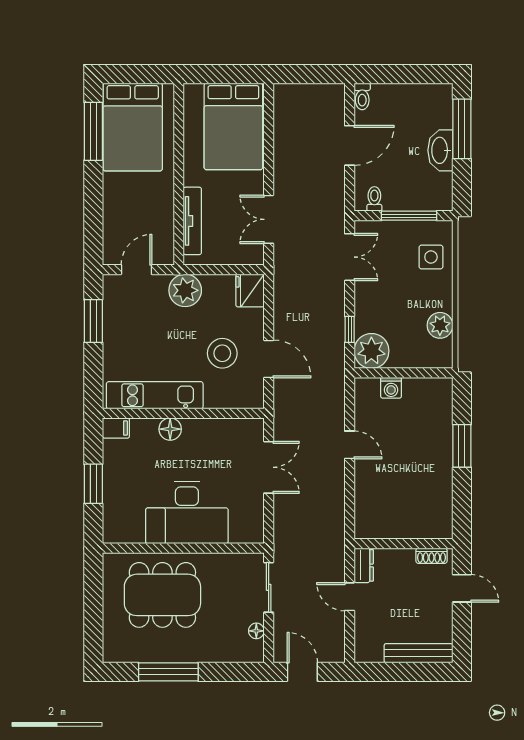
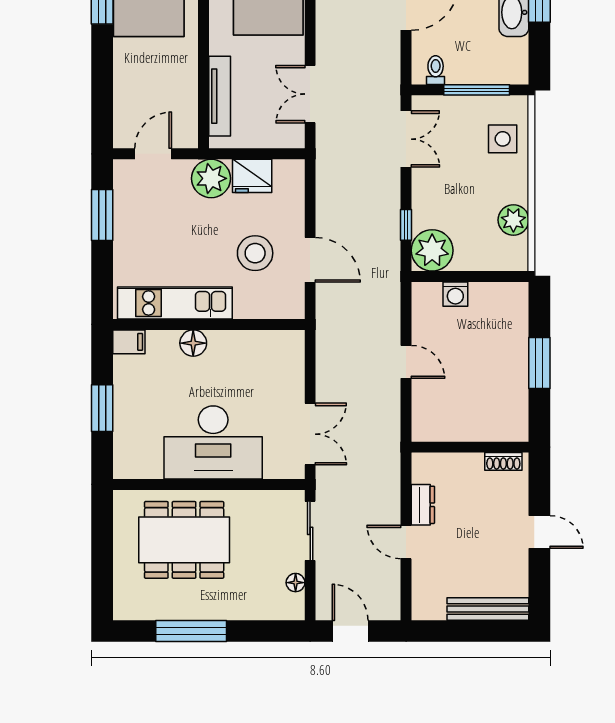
fridge: (250, 290) -> (252, 176), moved, turned -90
double door: (269, 467) -> (310, 434), moved
wall: (403, 544) -> (470, 447), moved
shoe rack: (432, 556) -> (503, 461), moved

